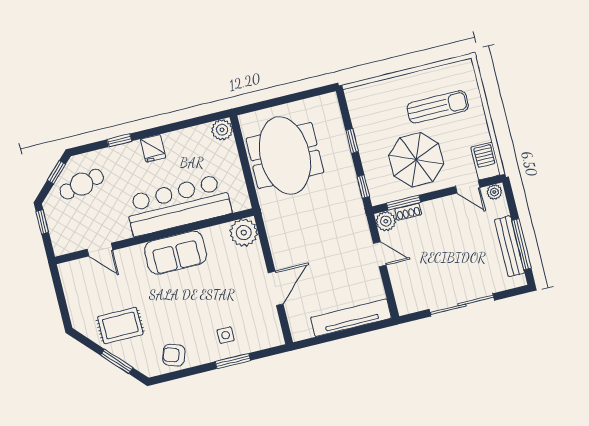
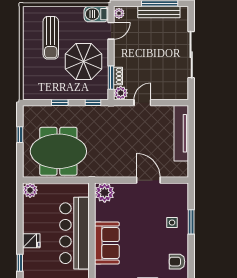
window: (295, 97) -> (20, 135), added
sun lounger: (438, 107) -> (51, 38), turned 180
armchair: (174, 355) -> (177, 262), turned 71

